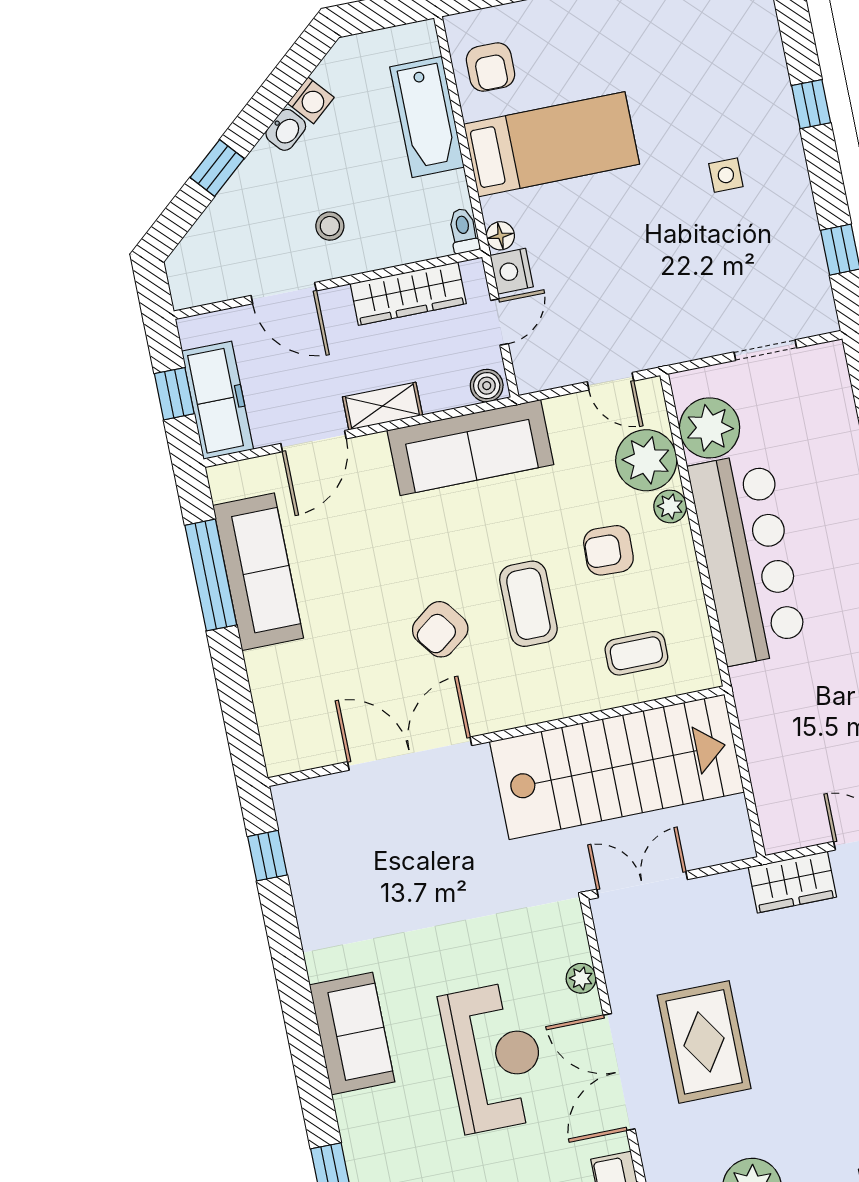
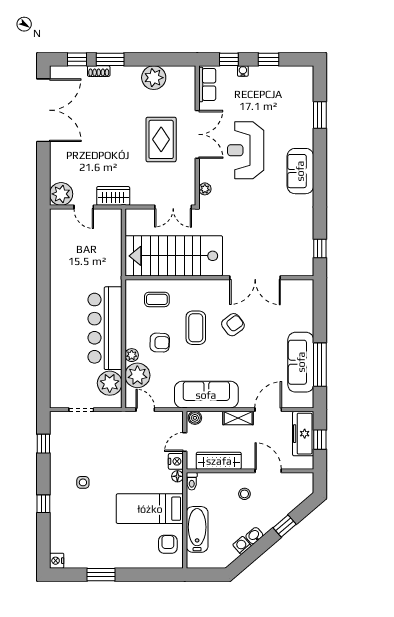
plant: (581, 978) -> (205, 189), moved

